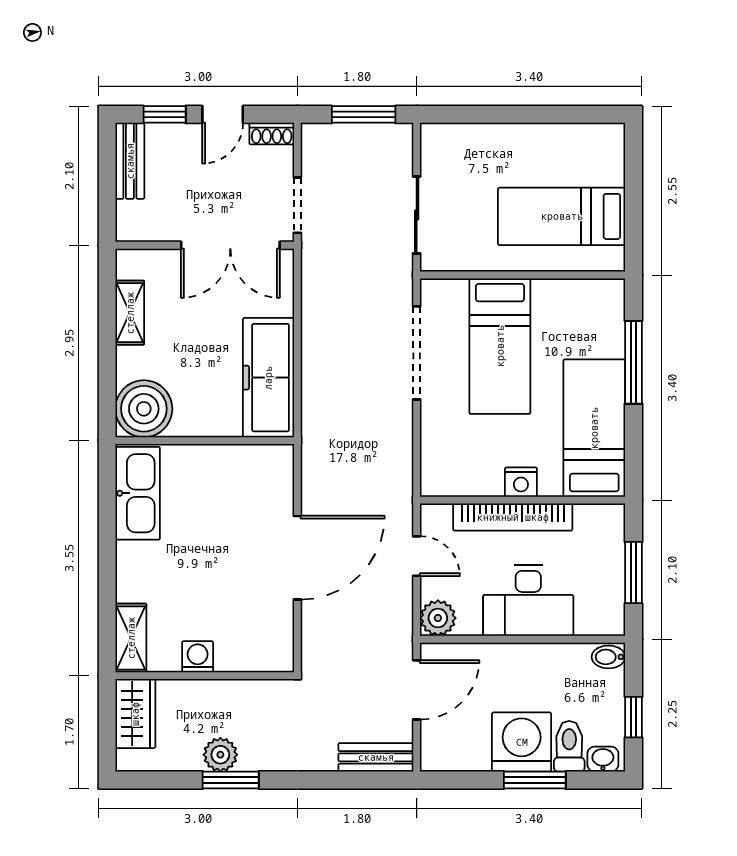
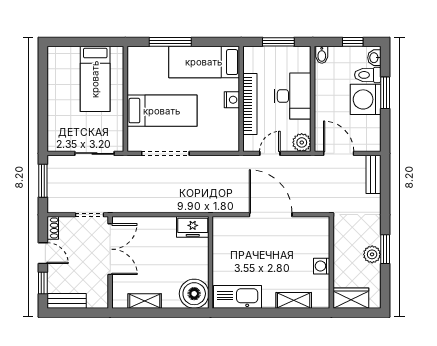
freezer: (268, 378) -> (193, 227), width x0.52, depth x0.79
shelving: (131, 638) -> (294, 300), moved

